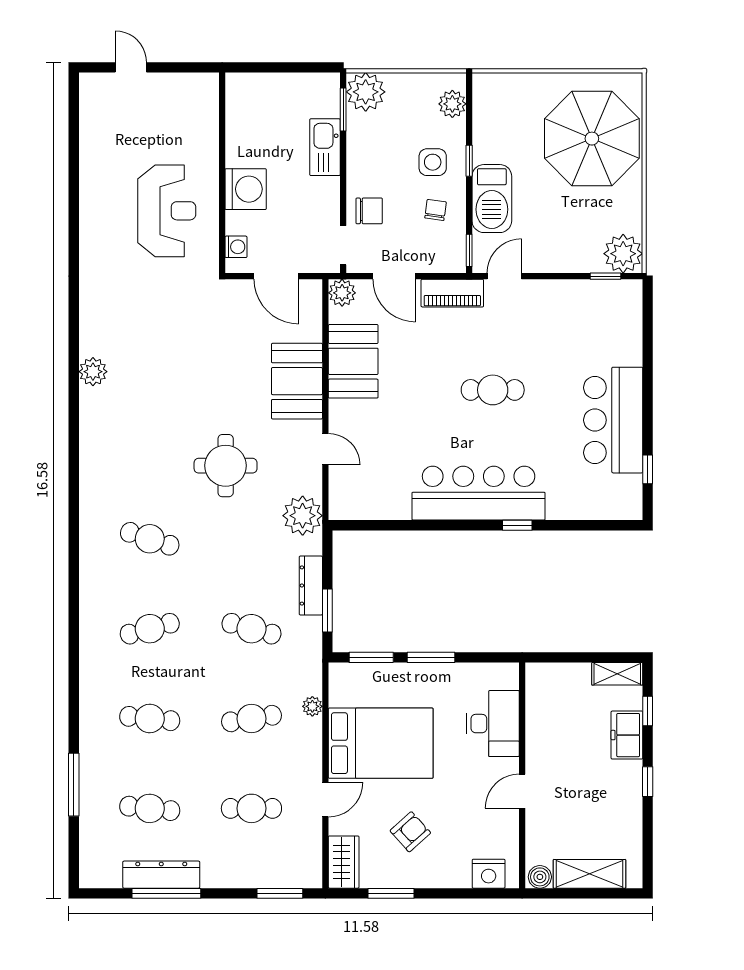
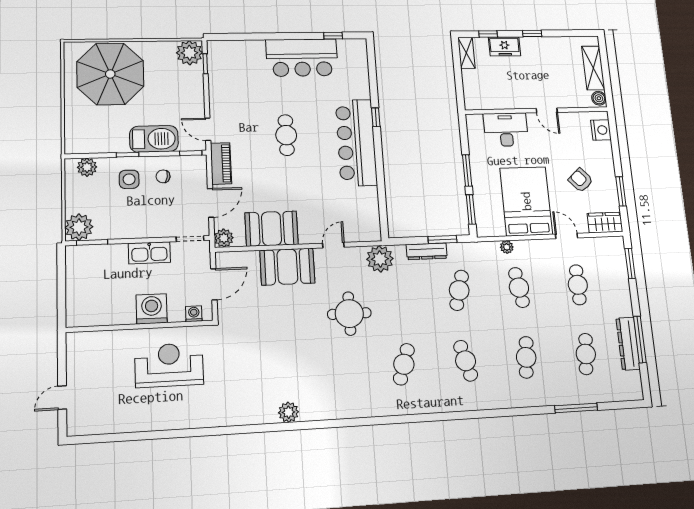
kitchen sink: (325, 147) -> (149, 253), moved
chair: (369, 211) -> (165, 222), removed

